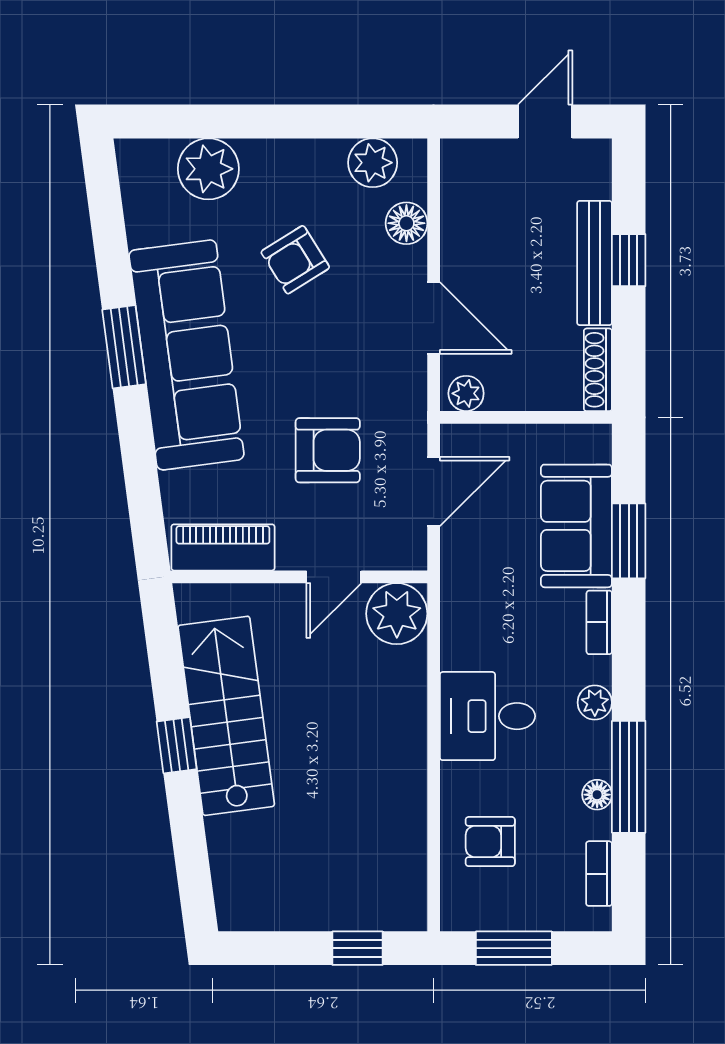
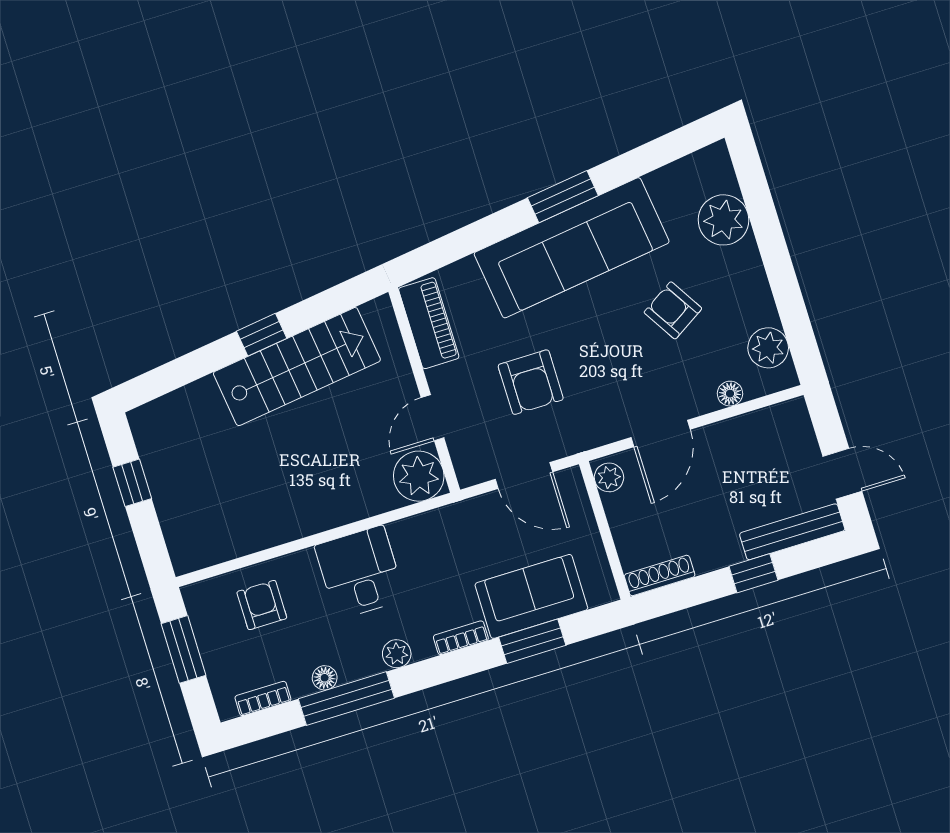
floor lamp: (406, 223) -> (730, 394), width x0.73, depth x0.73
bench: (595, 263) -> (792, 532), moved
door: (334, 577) -> (432, 418), hinge flipped
window: (358, 948) -> (132, 483), moved

